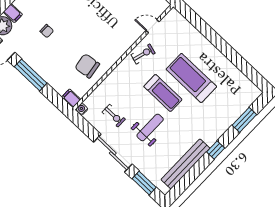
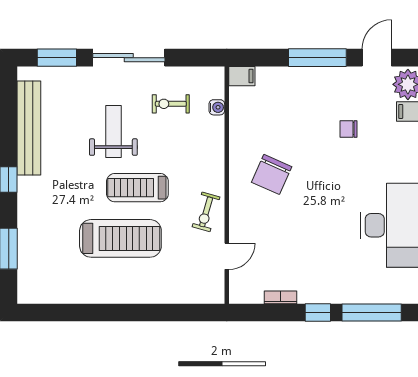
chair: (87, 66) -> (272, 174), moved, turned 122
water cooler: (82, 109) -> (217, 107), moved
weight bench: (150, 127) -> (113, 131), turned 180

